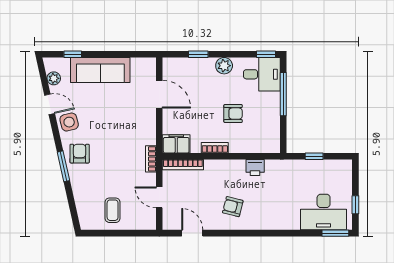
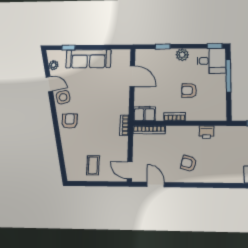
armchair: (233, 114) -> (189, 90), turned 180
window: (63, 166) -> (57, 131), removed
door: (159, 197) -> (130, 170), moved

